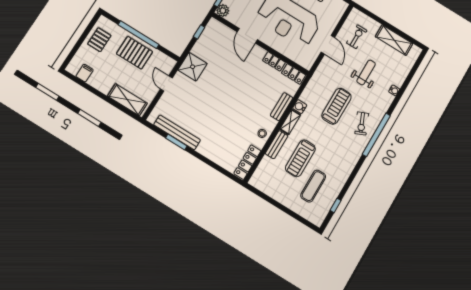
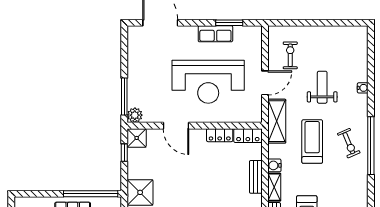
shower: (214, 27) -> (137, 138), added
window: (138, 35) -> (91, 194), moved
shelving: (394, 40) -> (277, 121), moved, turned 90
door: (328, 45) -> (265, 83), hinge flipped

